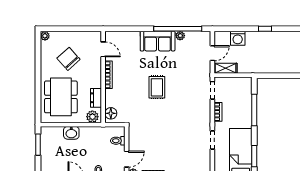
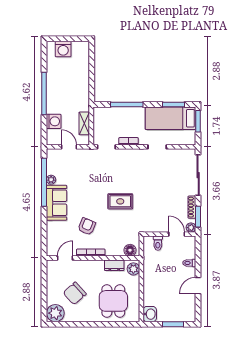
window: (265, 29) -> (44, 94), width x3.17
plant: (45, 36) -> (55, 313), width x1.88, depth x1.88
shelving: (226, 68) -> (84, 123), moved
armchair: (134, 71) -> (87, 226), added
rug: (157, 87) -> (120, 201), moved
dining table: (61, 97) -> (113, 301), width x0.73
washbasin: (71, 133) -> (150, 314), moved
window: (38, 145) -> (173, 324), moved

